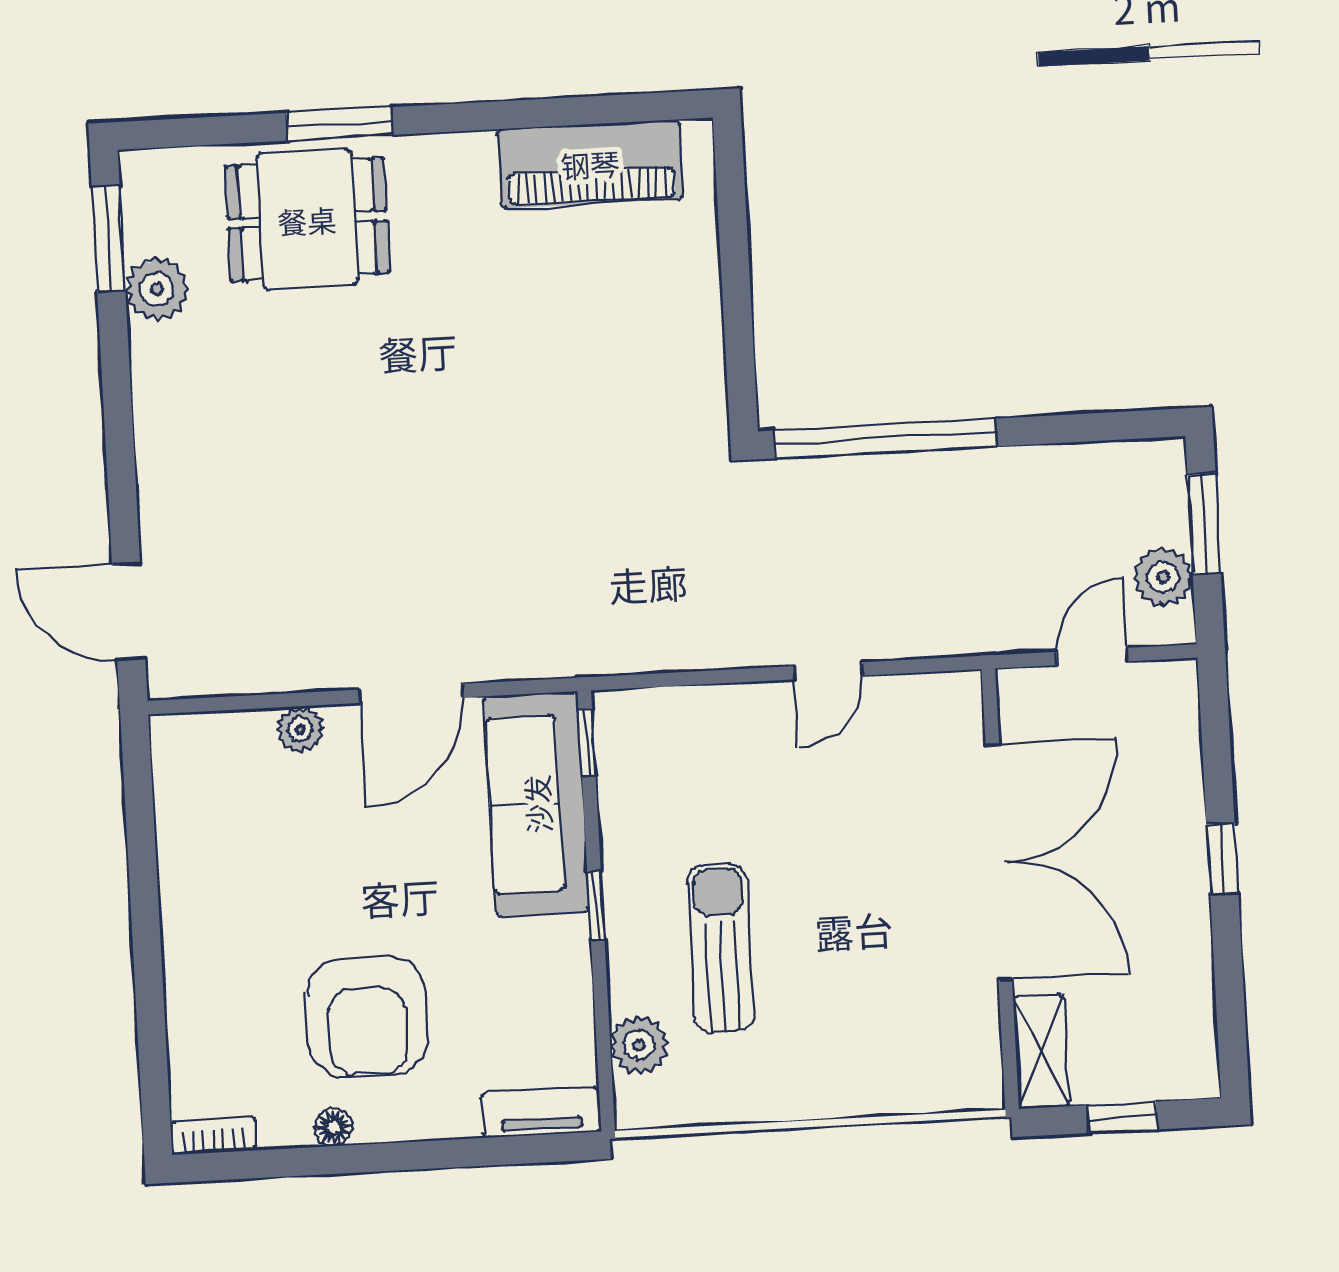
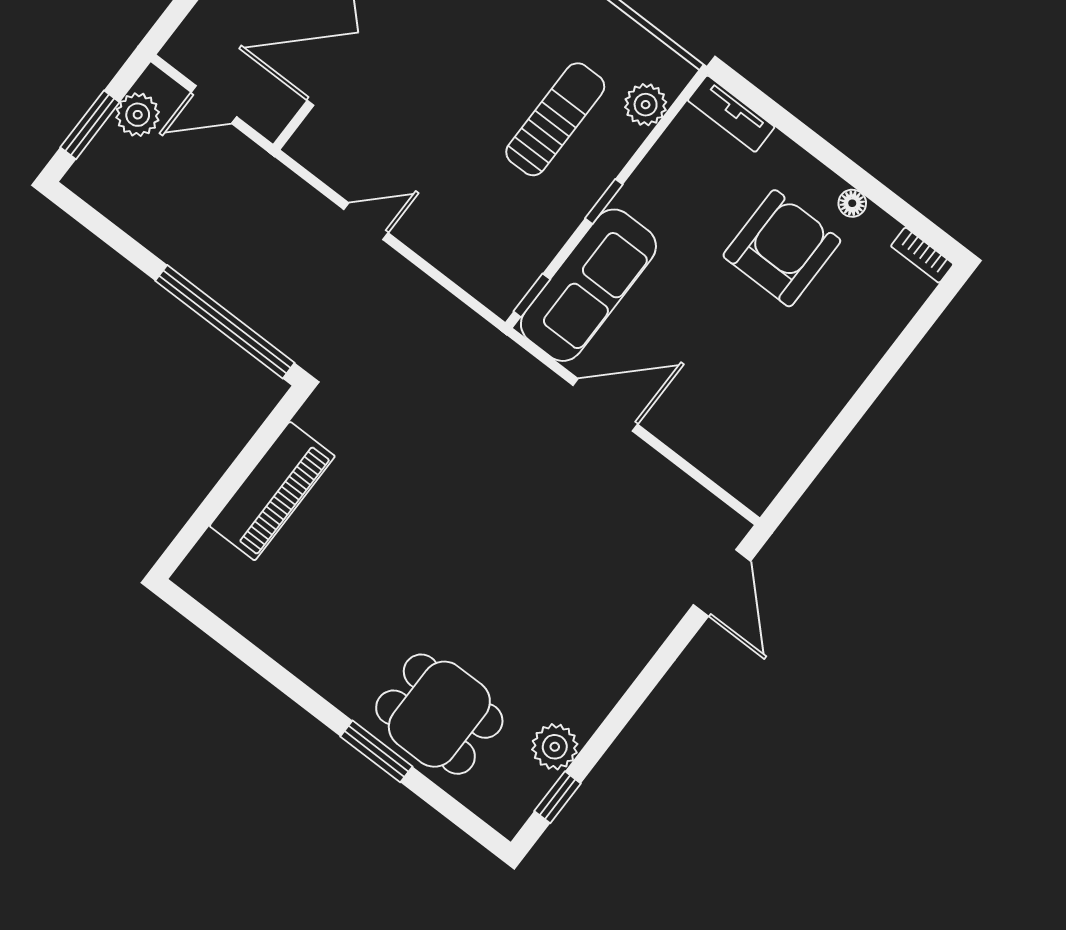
piano: (590, 164) -> (272, 491), moved, turned 90
window: (108, 239) -> (558, 797), width x0.67
plant: (300, 729) -> (683, 438), removed
sun lounger: (721, 948) -> (555, 119), turned 180

